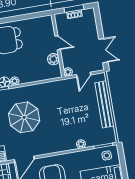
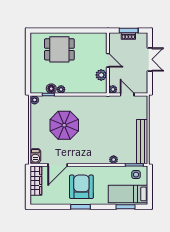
double door: (103, 51) -> (150, 59), moved
door: (84, 75) -> (127, 95), swing flipped
bench: (104, 104) -> (142, 142), moved

